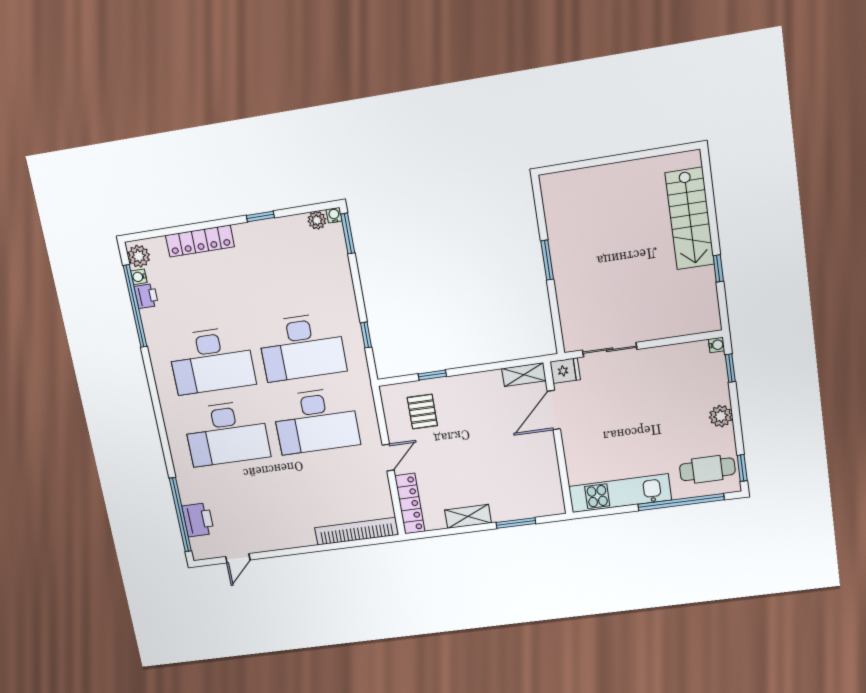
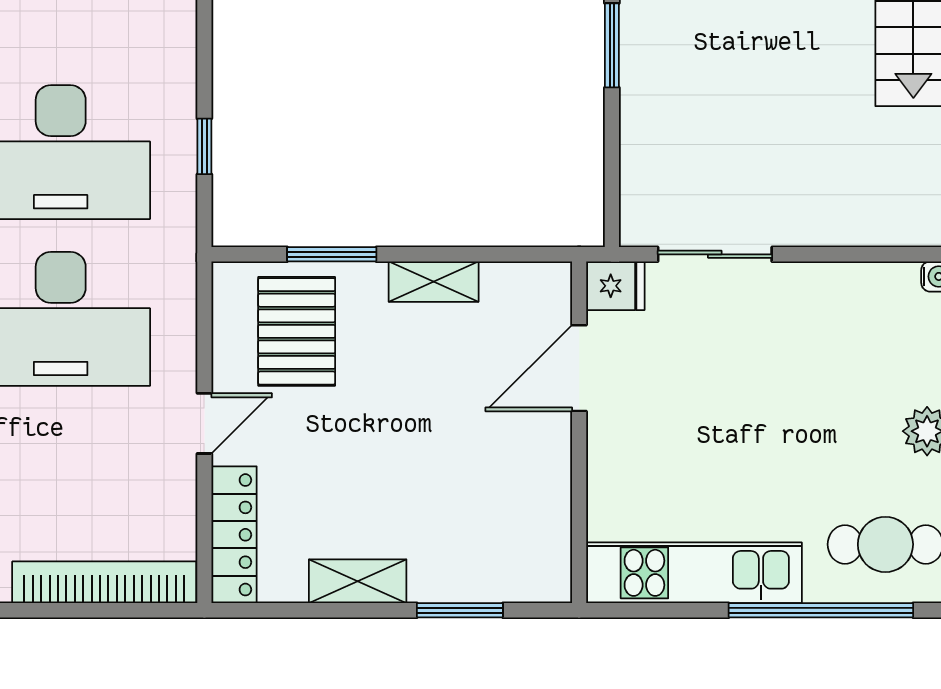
window: (432, 375) -> (332, 254), width x1.50
shelving: (524, 375) -> (434, 282), moved
pallet: (422, 412) -> (297, 331), width x1.50, depth x1.42

